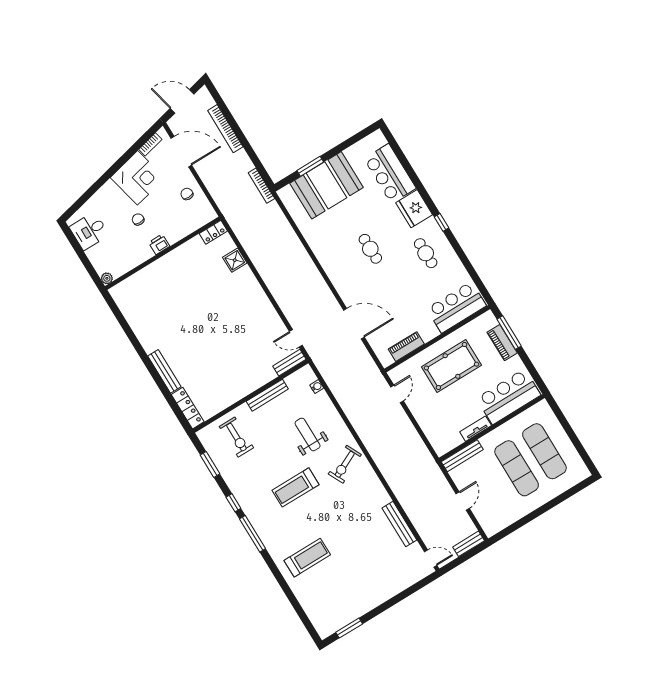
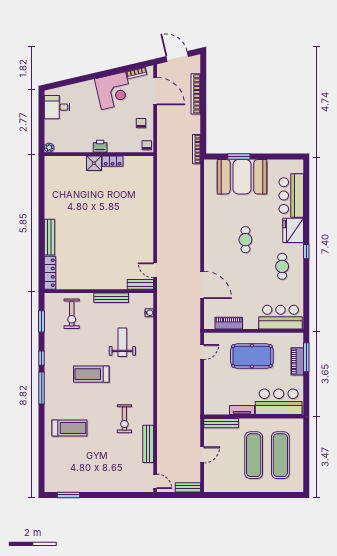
chair: (138, 219) -> (147, 145), moved
locker: (213, 232) -> (113, 161), moved
shower: (235, 260) -> (94, 163), moved
exercise bike: (345, 464) -> (124, 419), moved, turned -64

